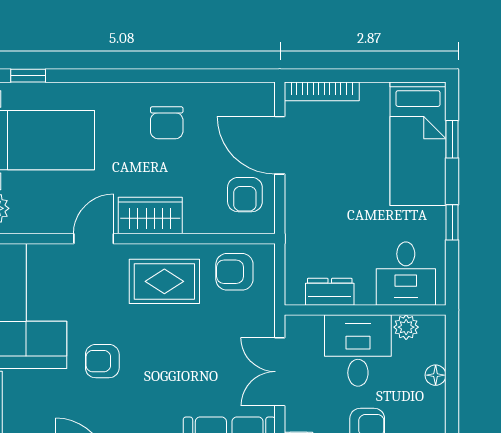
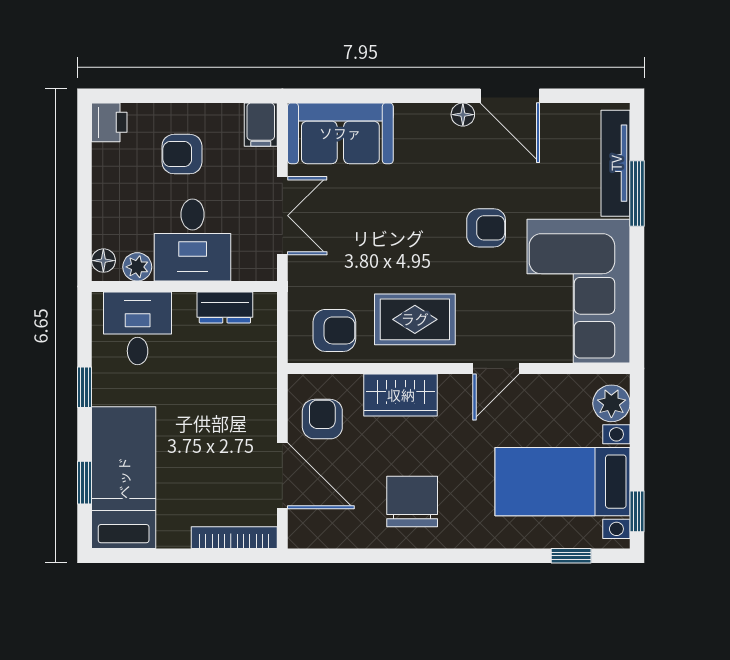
chair: (167, 123) -> (412, 502), width x1.37, depth x1.37
wardrobe: (150, 216) -> (401, 395), moved
floor lamp: (436, 375) -> (103, 261), moved

